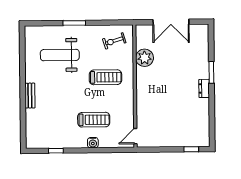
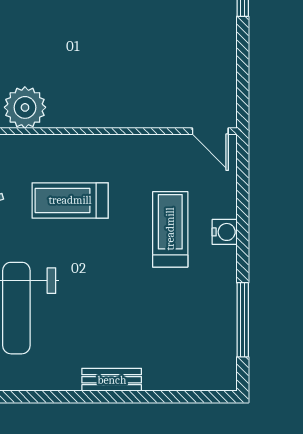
treadmill: (105, 77) -> (70, 200), turned -90
window: (56, 151) -> (243, 320), width x2.17

